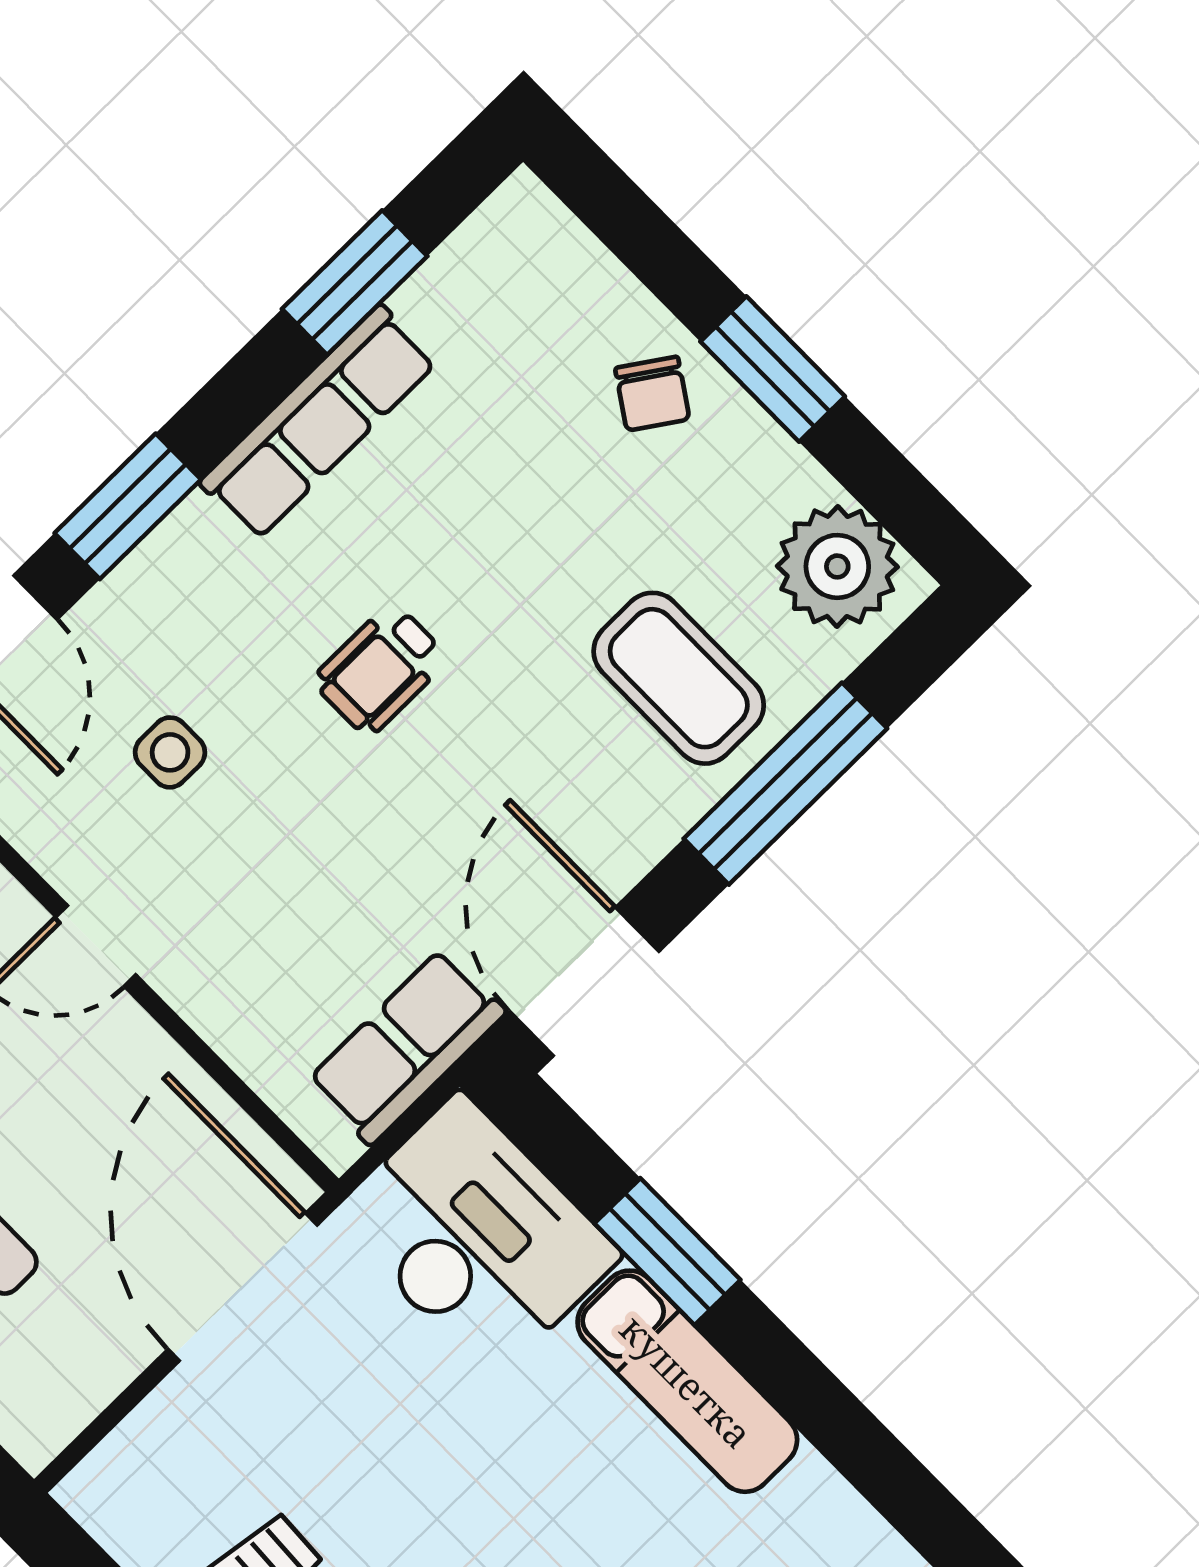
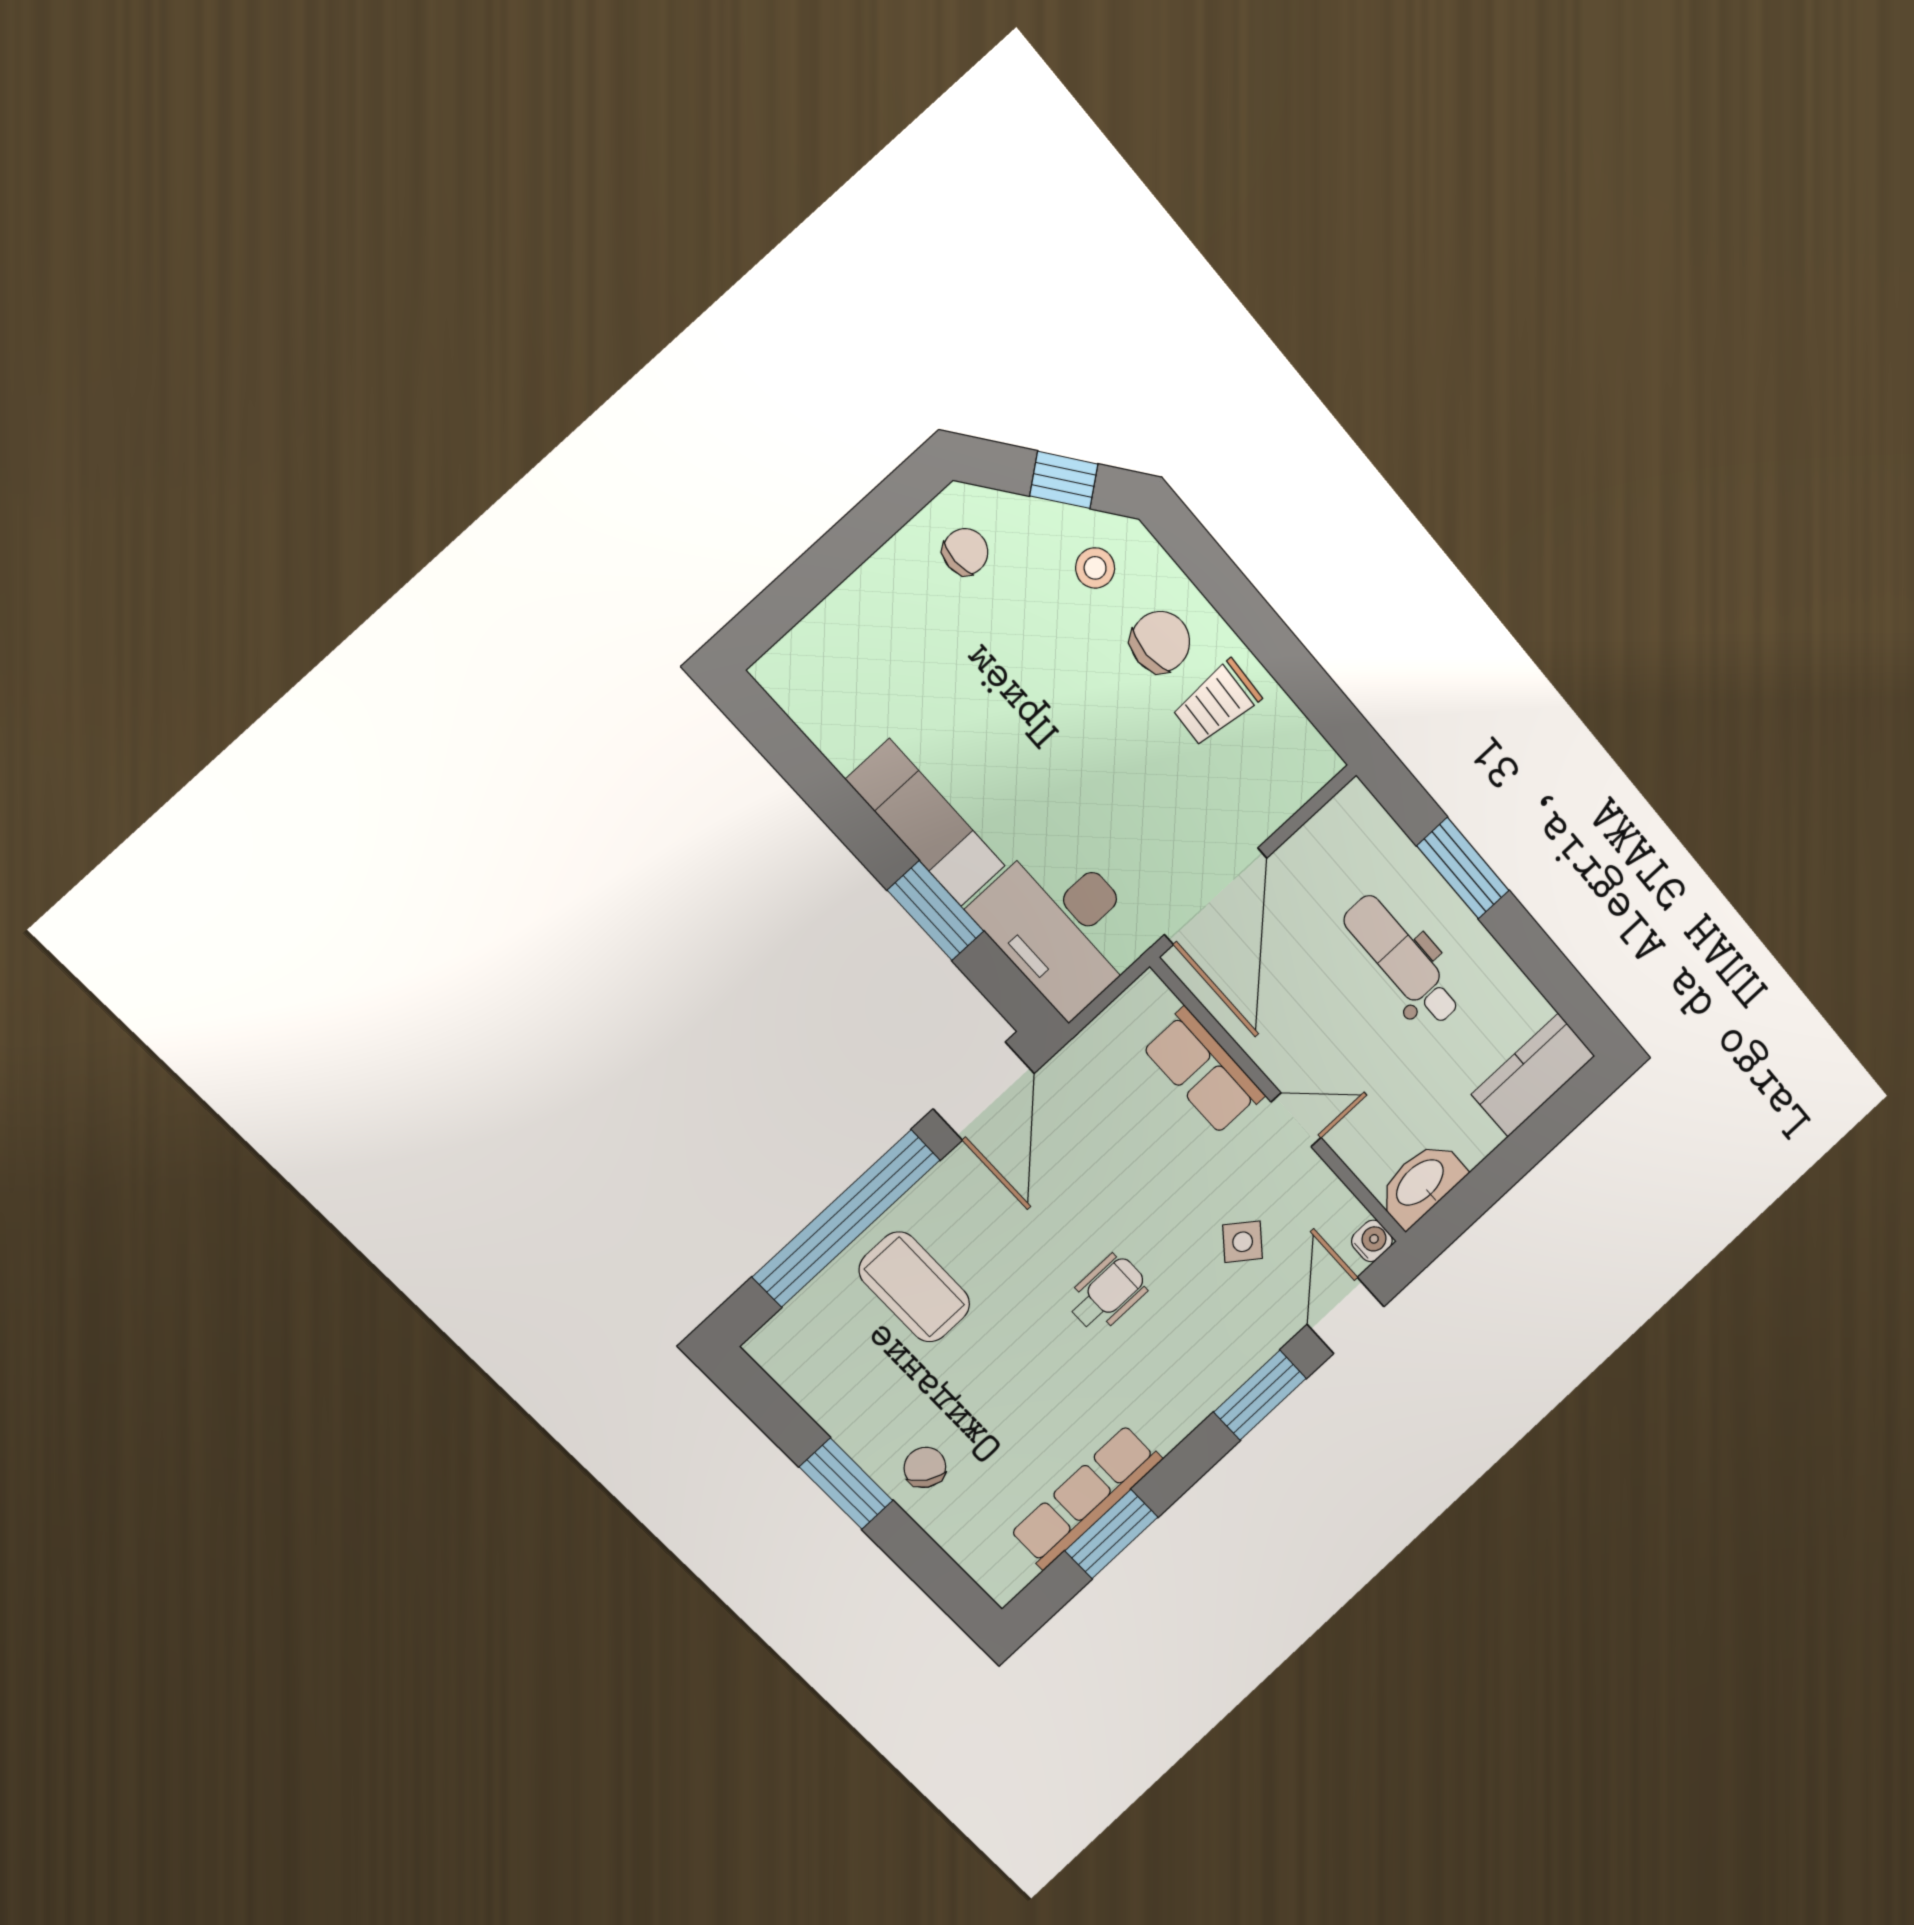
row of seats: (318, 422) -> (1086, 1497), moved
plant: (837, 566) -> (807, 1358), removed
side table: (170, 752) -> (1243, 1242), turned 38
window: (785, 784) -> (846, 1218), width x1.46
row of seats: (407, 1047) -> (1203, 1071), moved, turned 90

